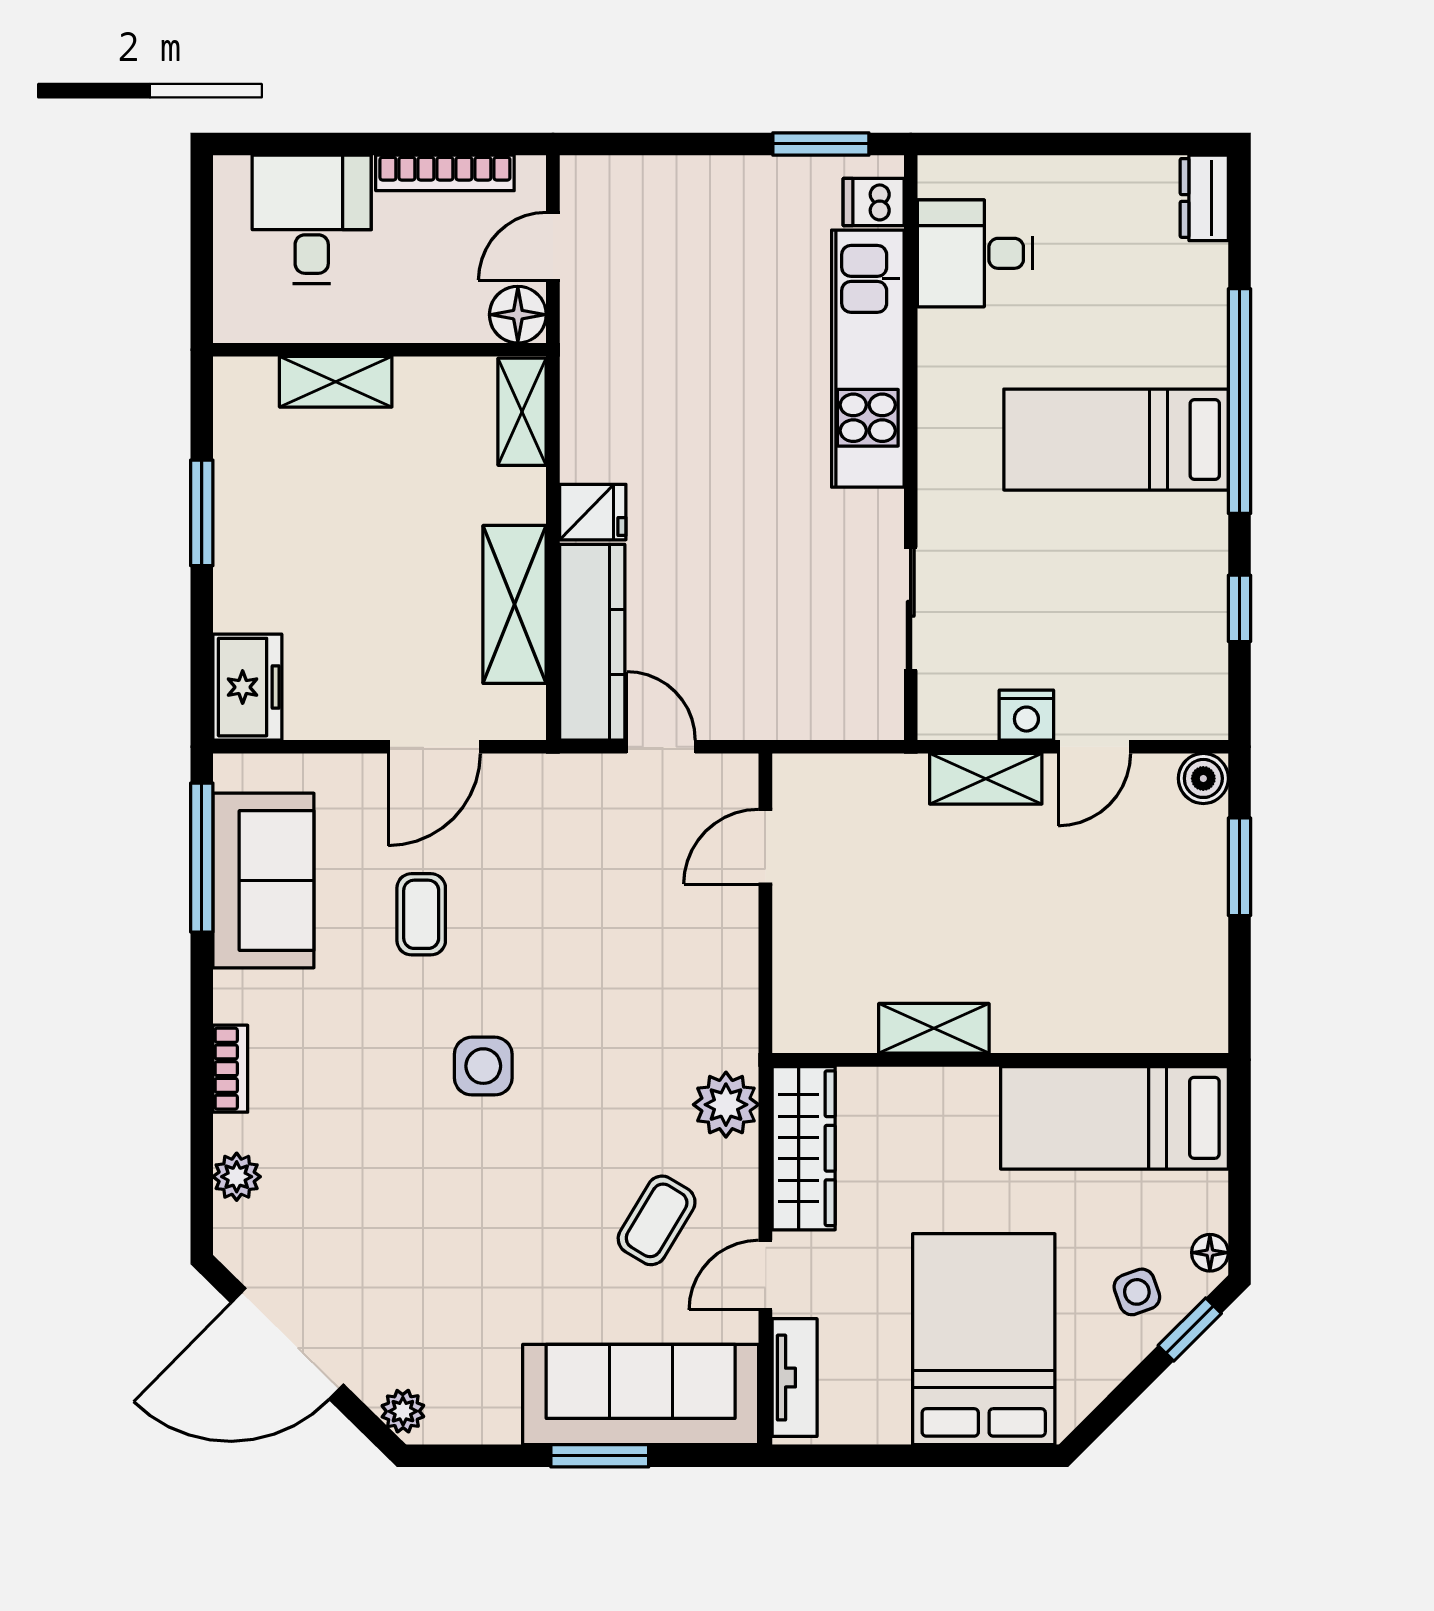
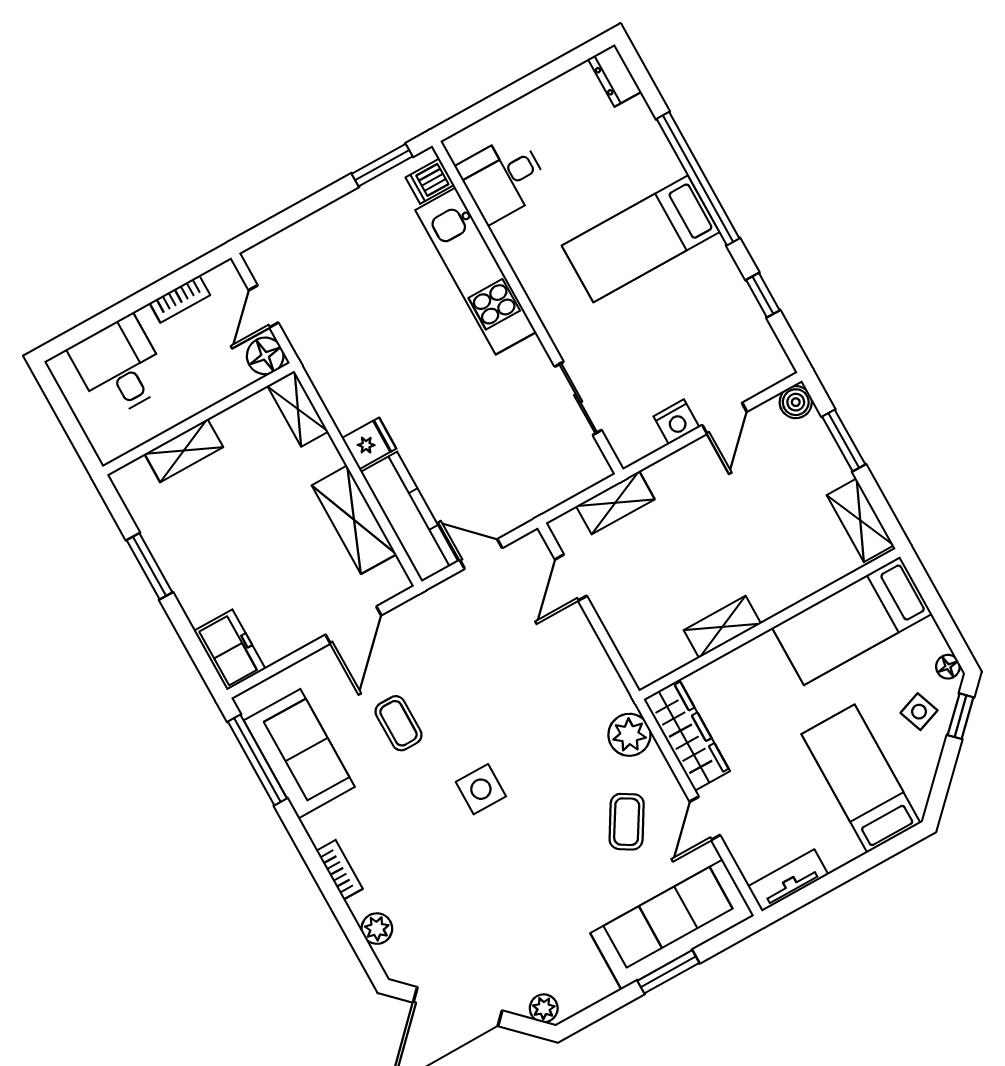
bookcase: (445, 173) -> (180, 299), width x0.64
shelving: (986, 779) -> (615, 503), moved
shelving: (1202, 988) -> (860, 520), added
bed: (984, 1339) -> (861, 779), width x0.67
tv unit: (795, 1378) -> (788, 880), moved, turned -90

